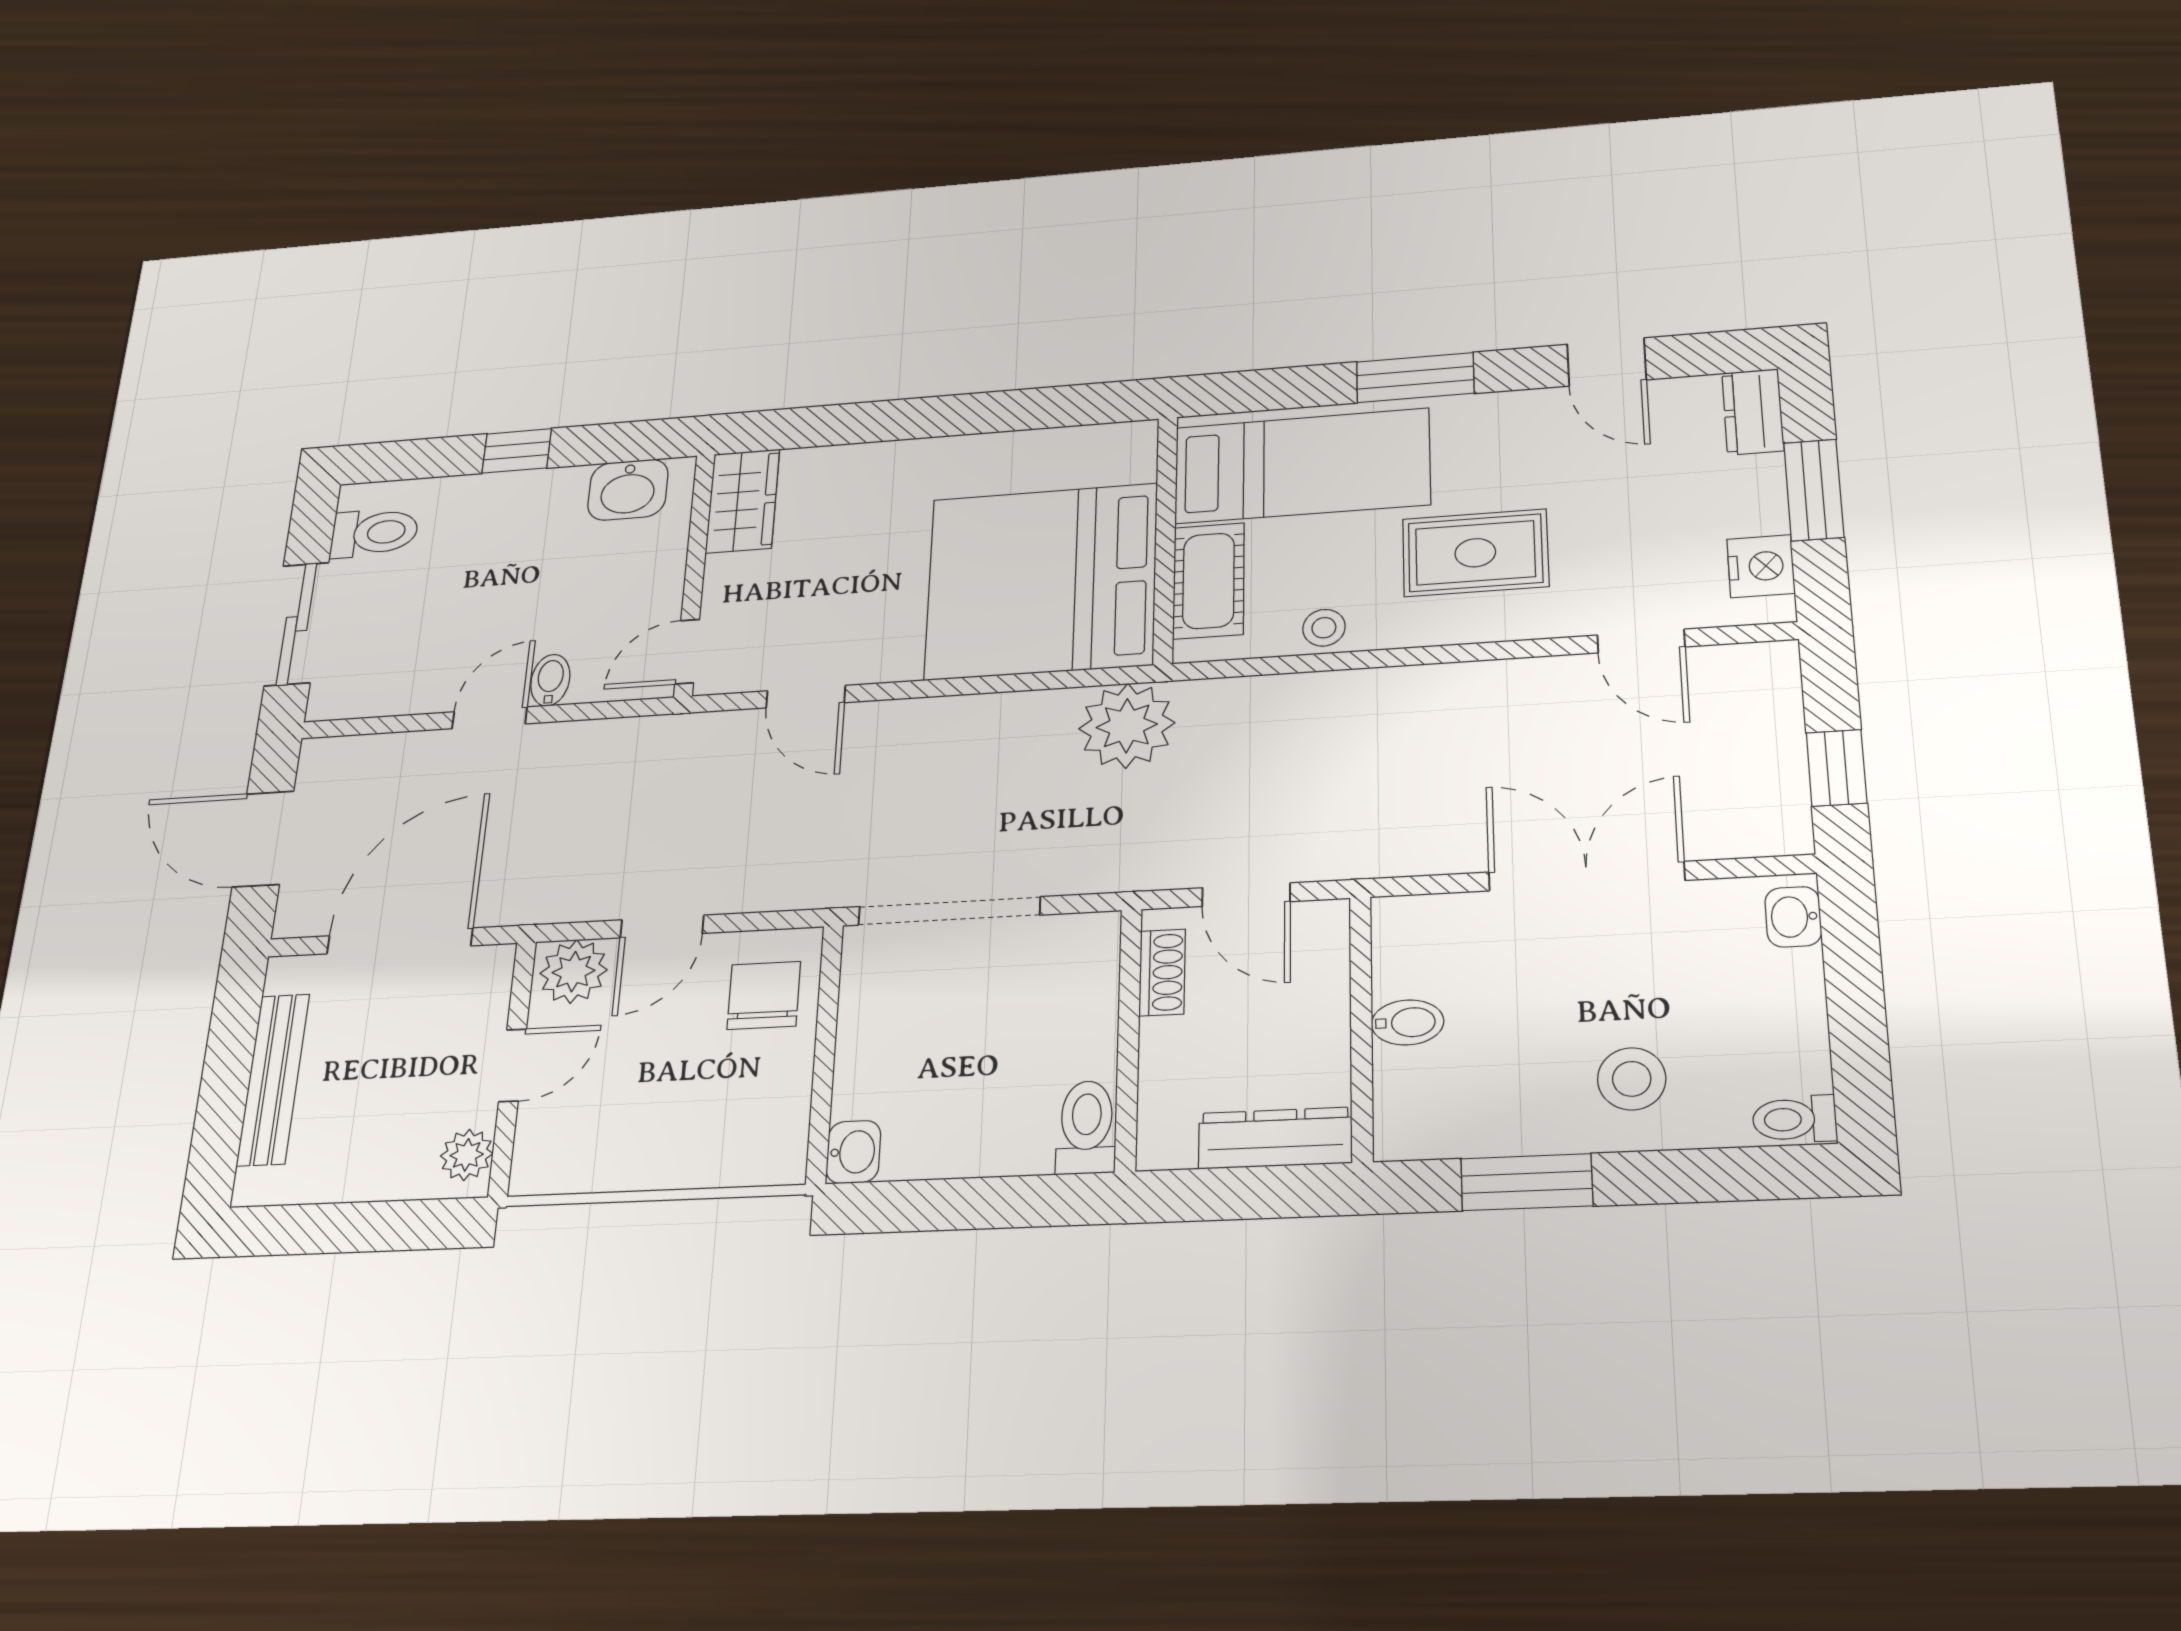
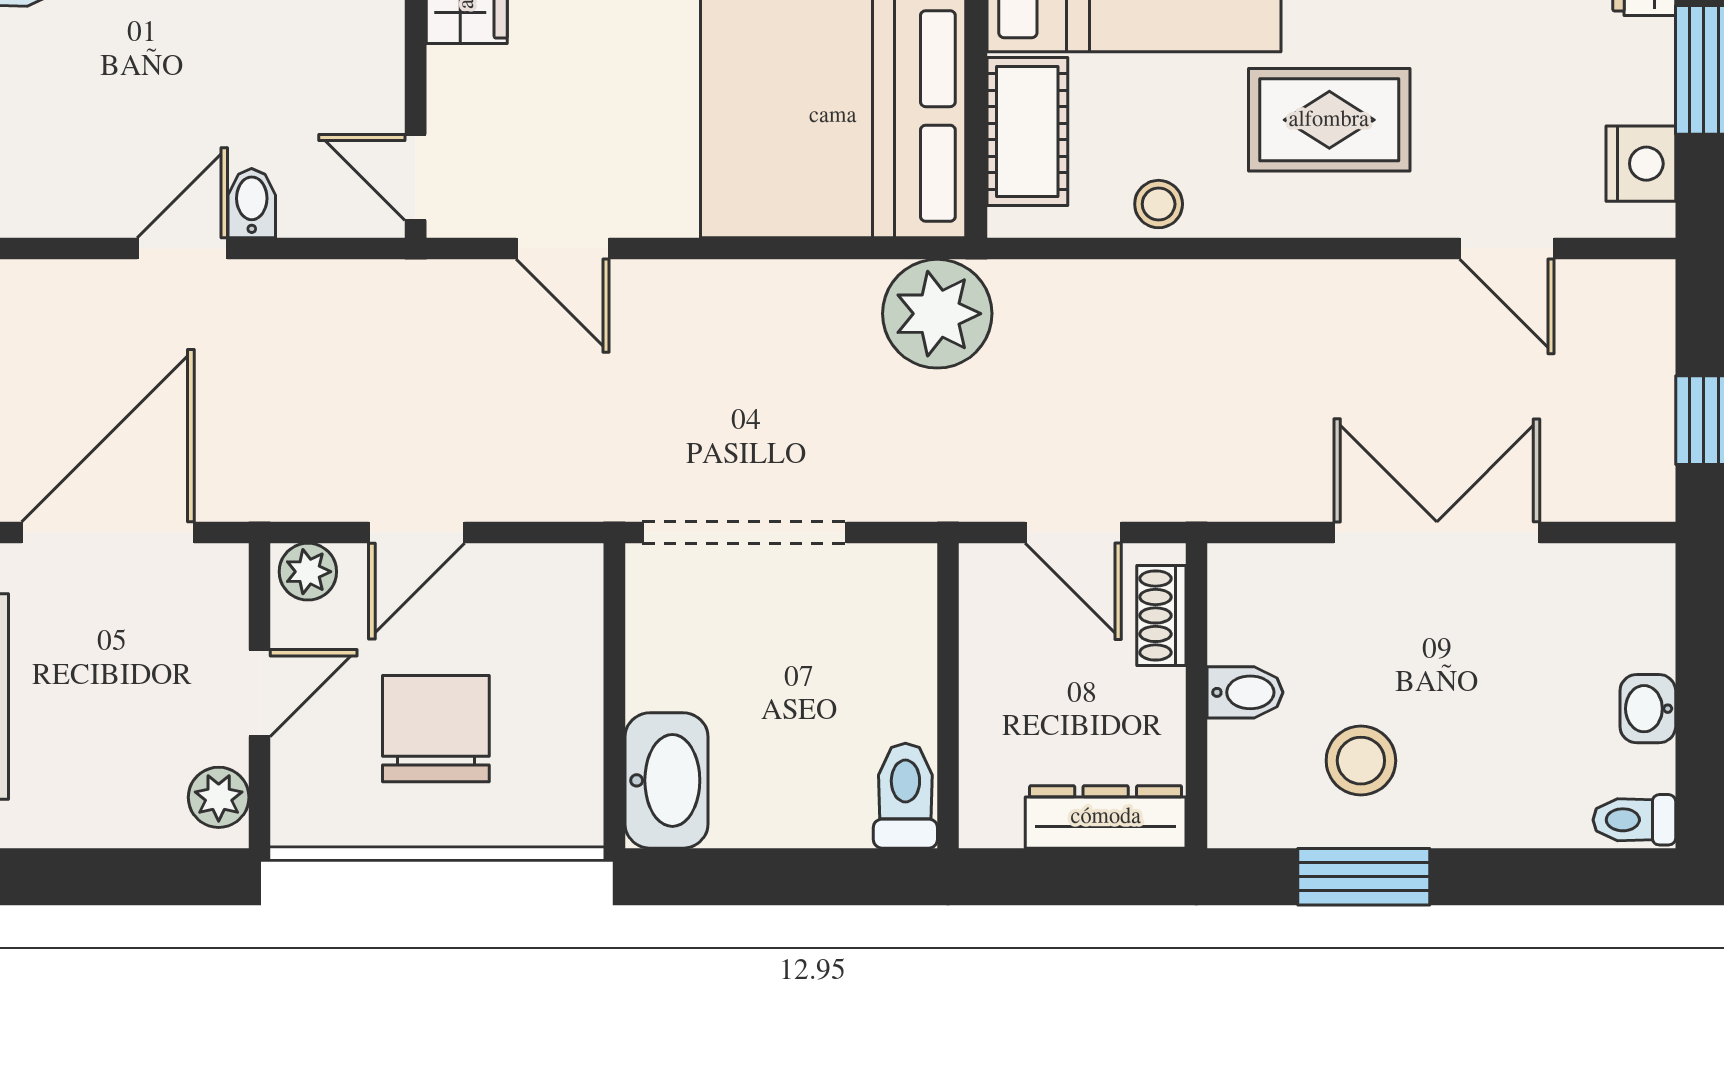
door: (687, 652) -> (416, 177), hinge flipped
washbasin: (1793, 917) -> (1648, 709), moved
plant: (574, 972) -> (308, 572), width x0.73, depth x0.73
shoe rack: (1162, 972) -> (1161, 615), moved, turned 180
chair: (764, 995) -> (436, 729), moved, width x1.37, depth x1.37
stool: (1632, 1079) -> (1361, 761), moved
washbasin: (853, 1152) -> (666, 780), width x1.91, depth x1.45

